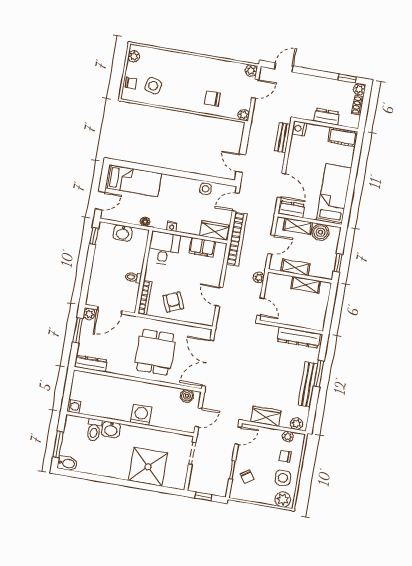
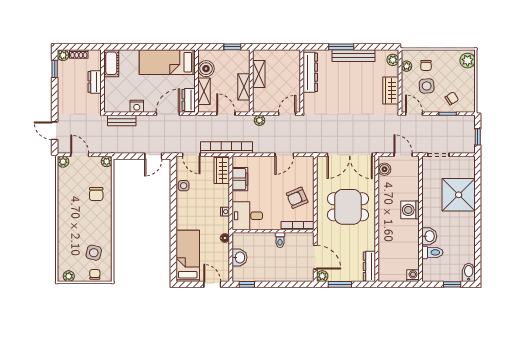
nightstand: (299, 129) -> (137, 106), moved
window: (58, 444) -> (452, 284), width x0.67
side table: (283, 478) -> (427, 86), moved

